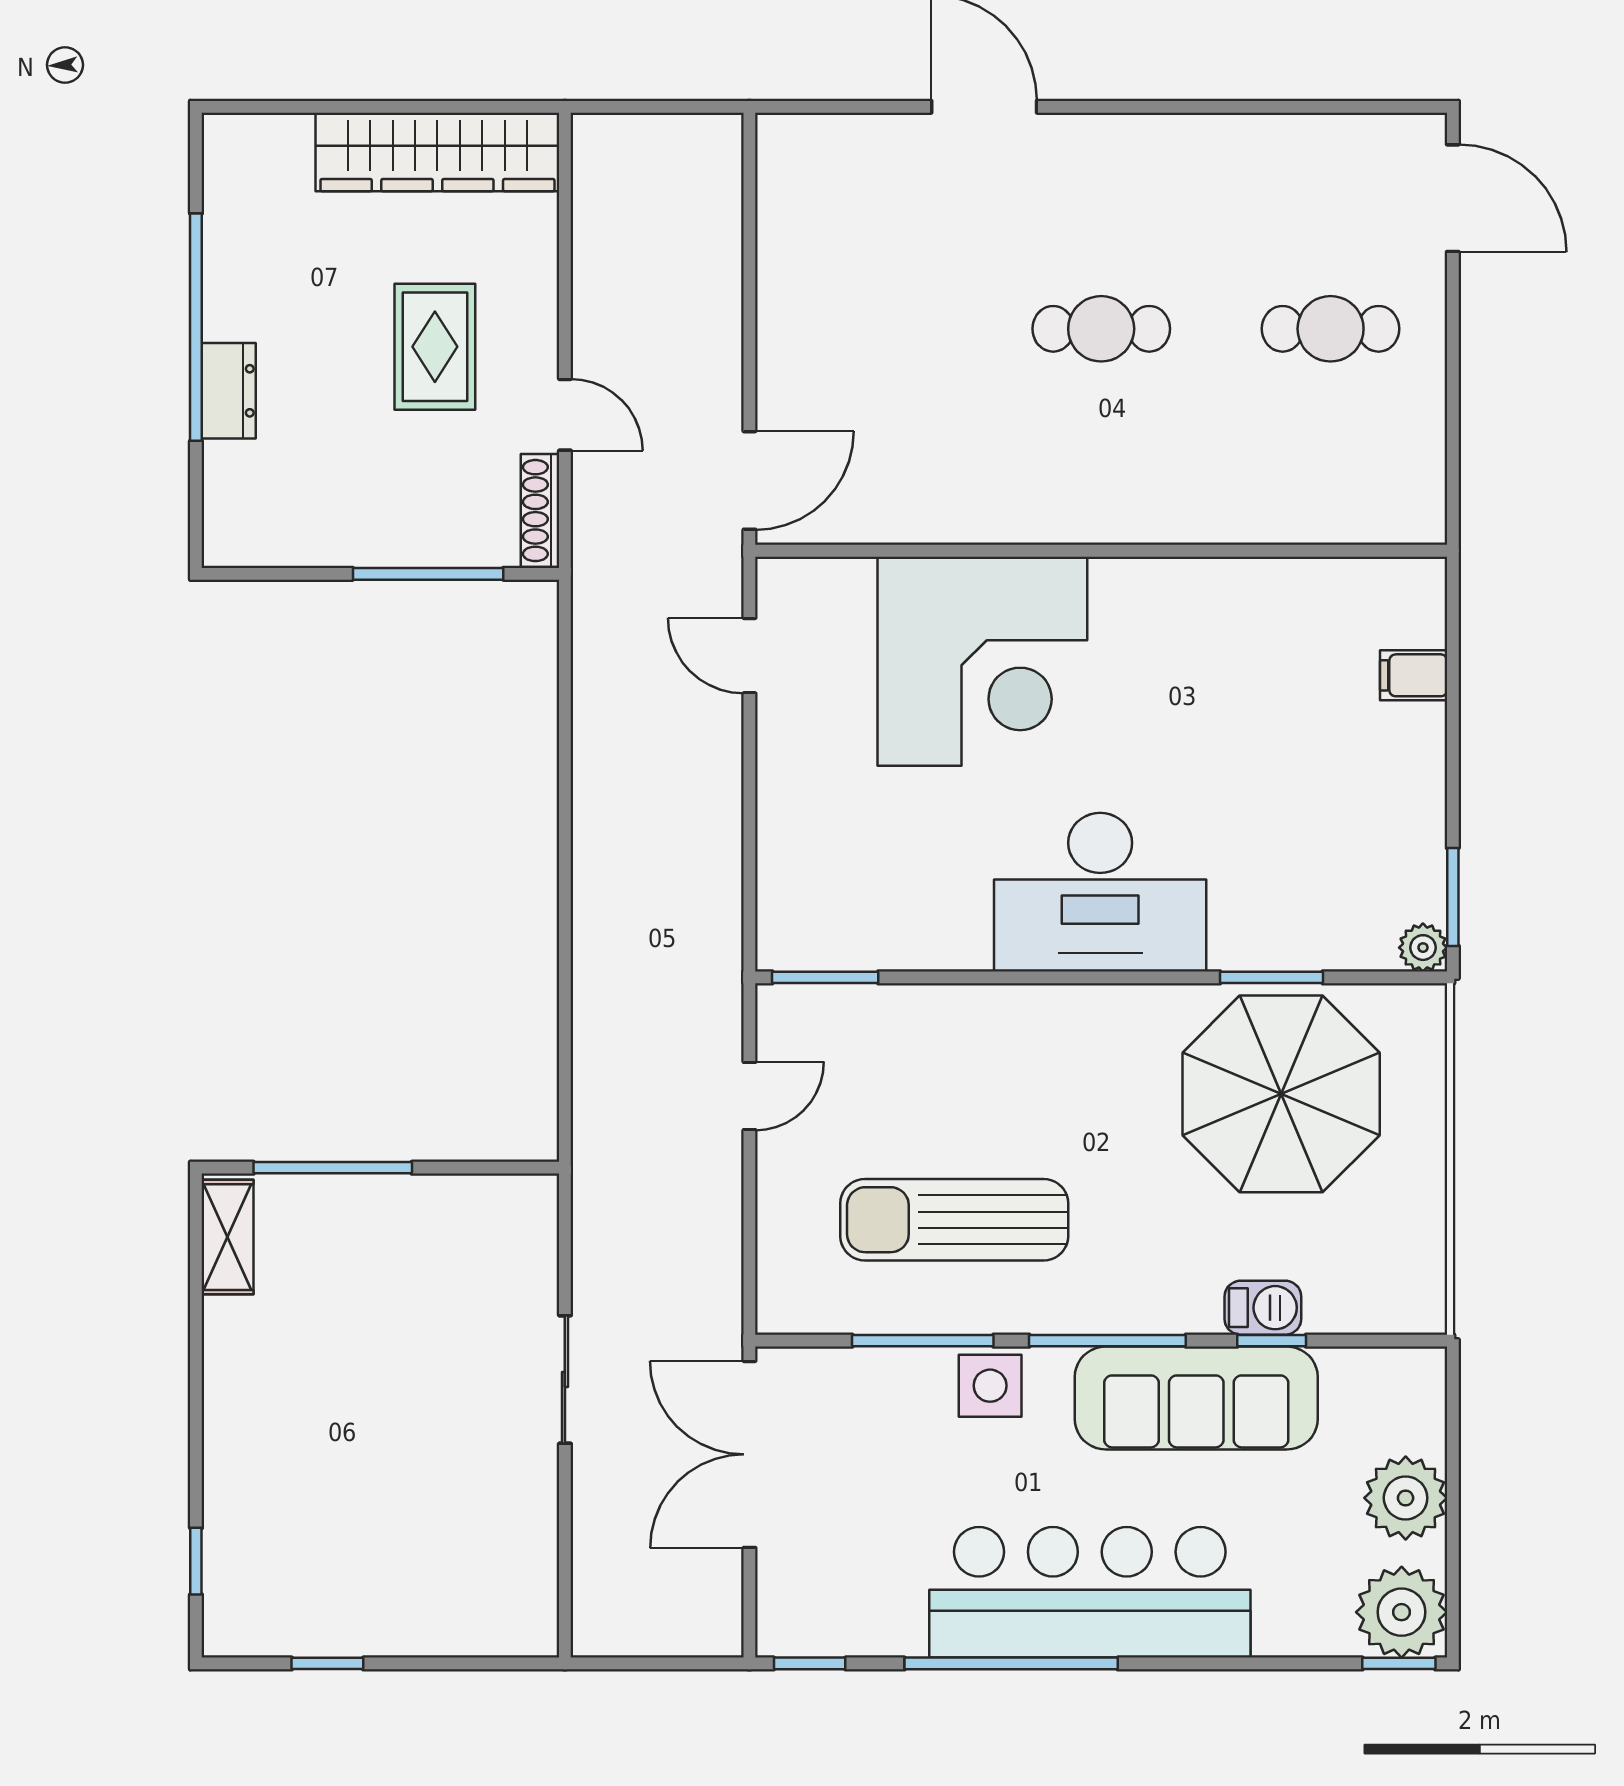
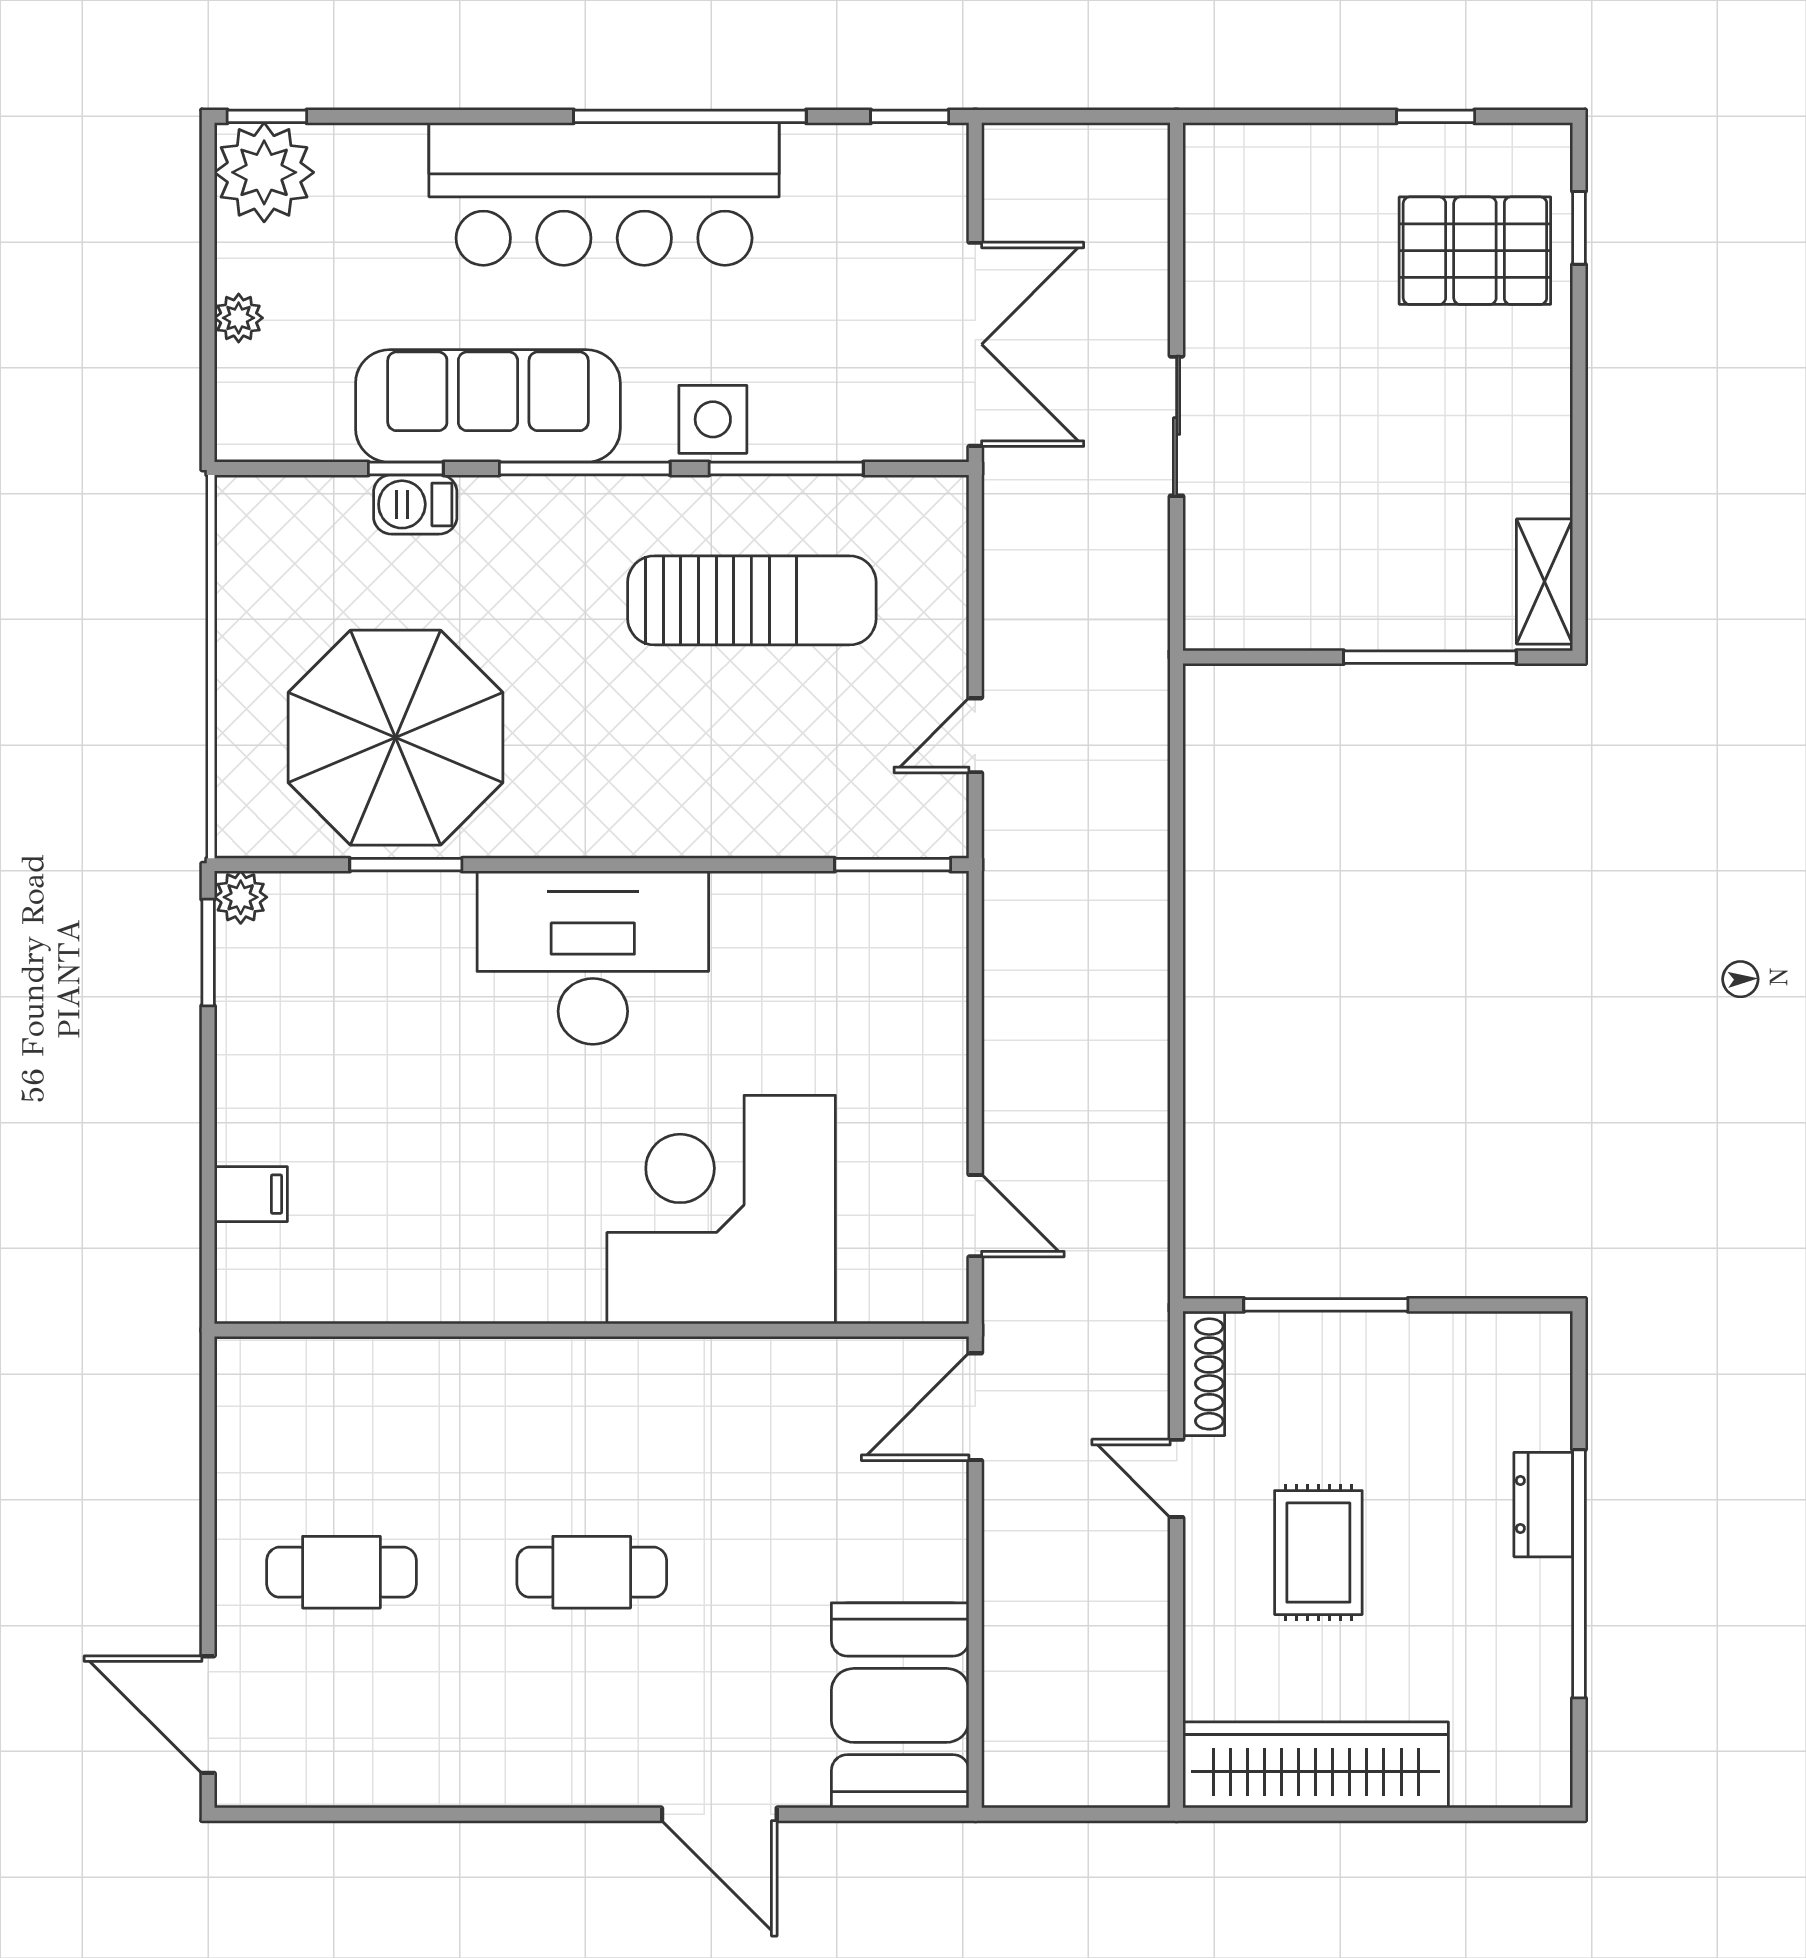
booth: (818, 207) -> (900, 1705), added
plant: (1406, 1498) -> (239, 318), width x0.53, depth x0.53
pallet: (291, 1540) -> (1475, 251), added

